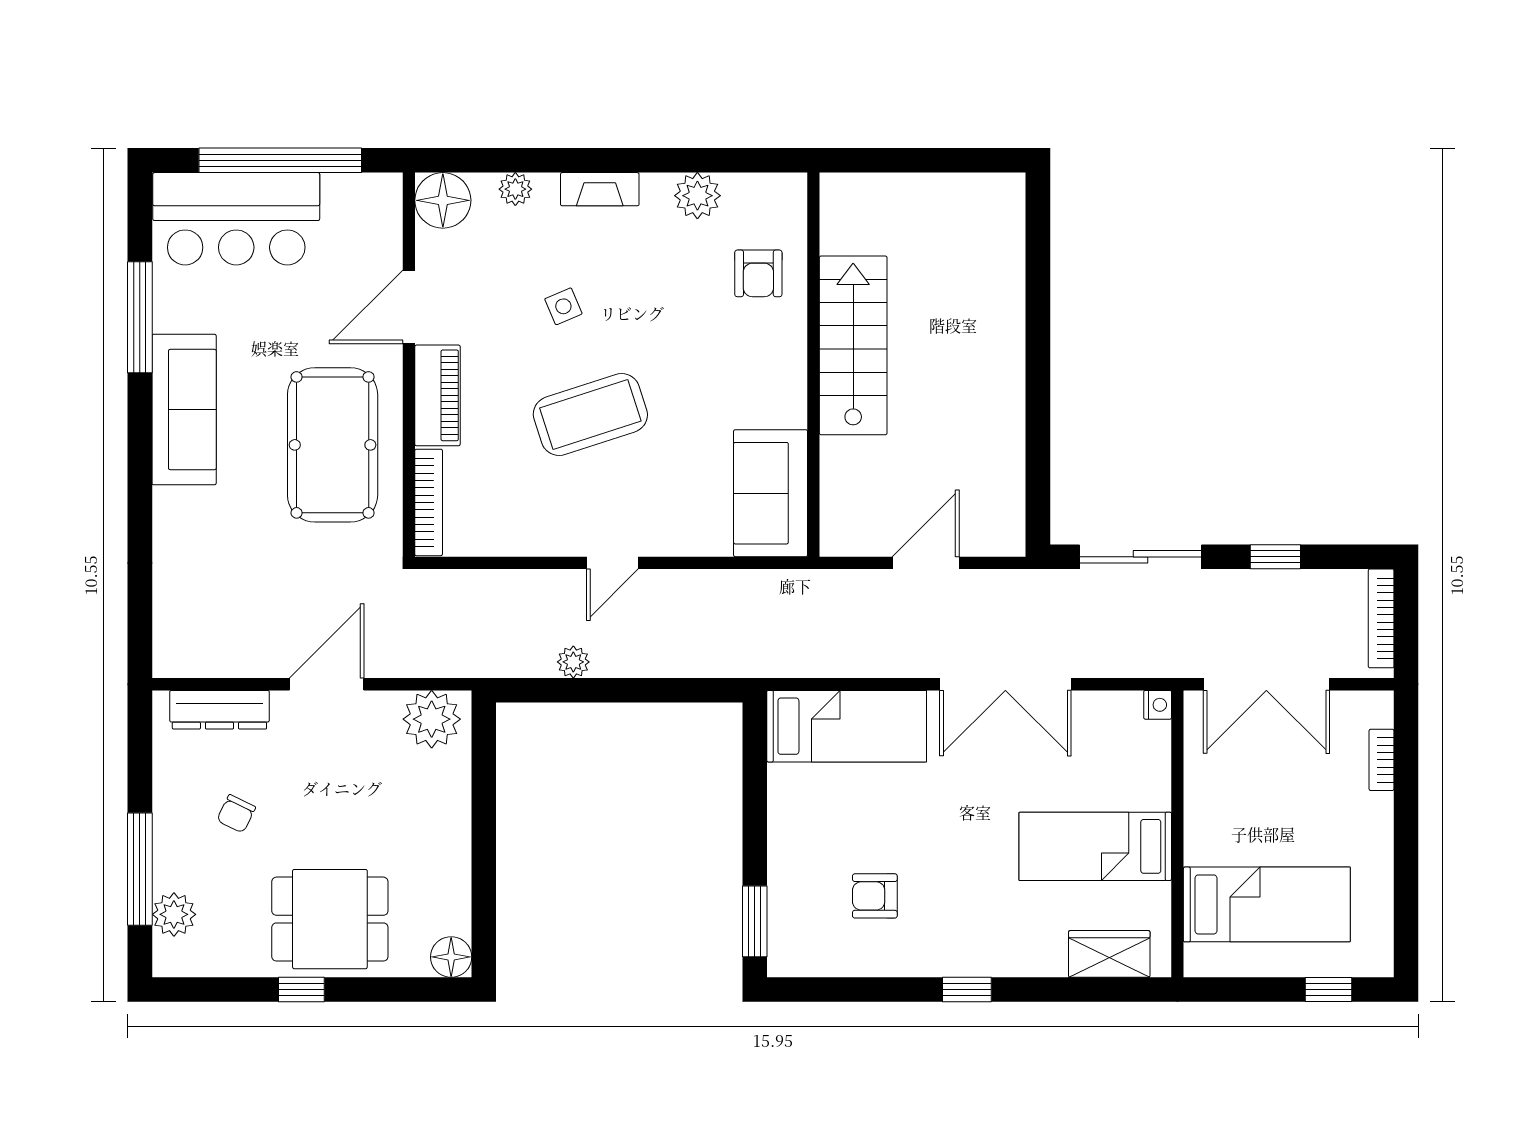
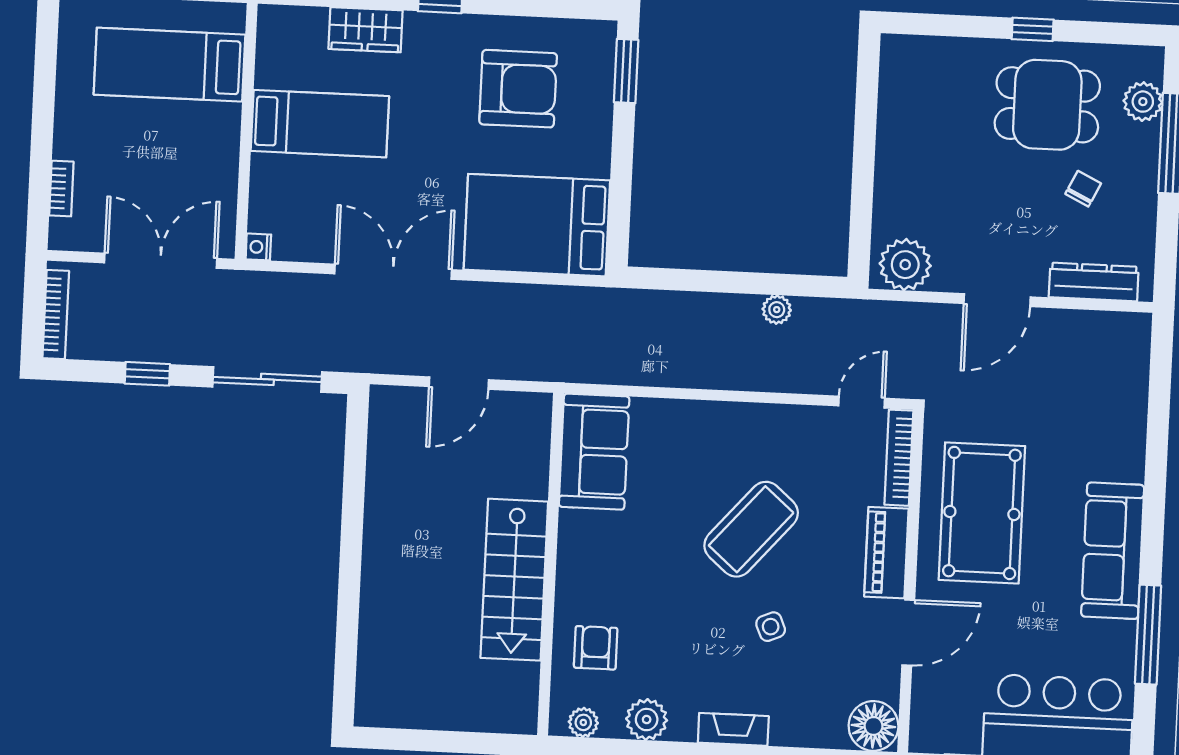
plant: (515, 189) -> (583, 722), moved
coffee table: (590, 414) -> (751, 529), turned -31
door: (612, 563) -> (862, 402), moved
bed: (847, 726) -> (537, 225), width x1.50
armchair: (875, 896) -> (518, 89), width x1.88, depth x1.88
dining table: (330, 919) -> (1047, 105), moved
wardrobe: (1109, 954) -> (366, 30), moved
floor lamp: (451, 957) -> (898, 52), removed

